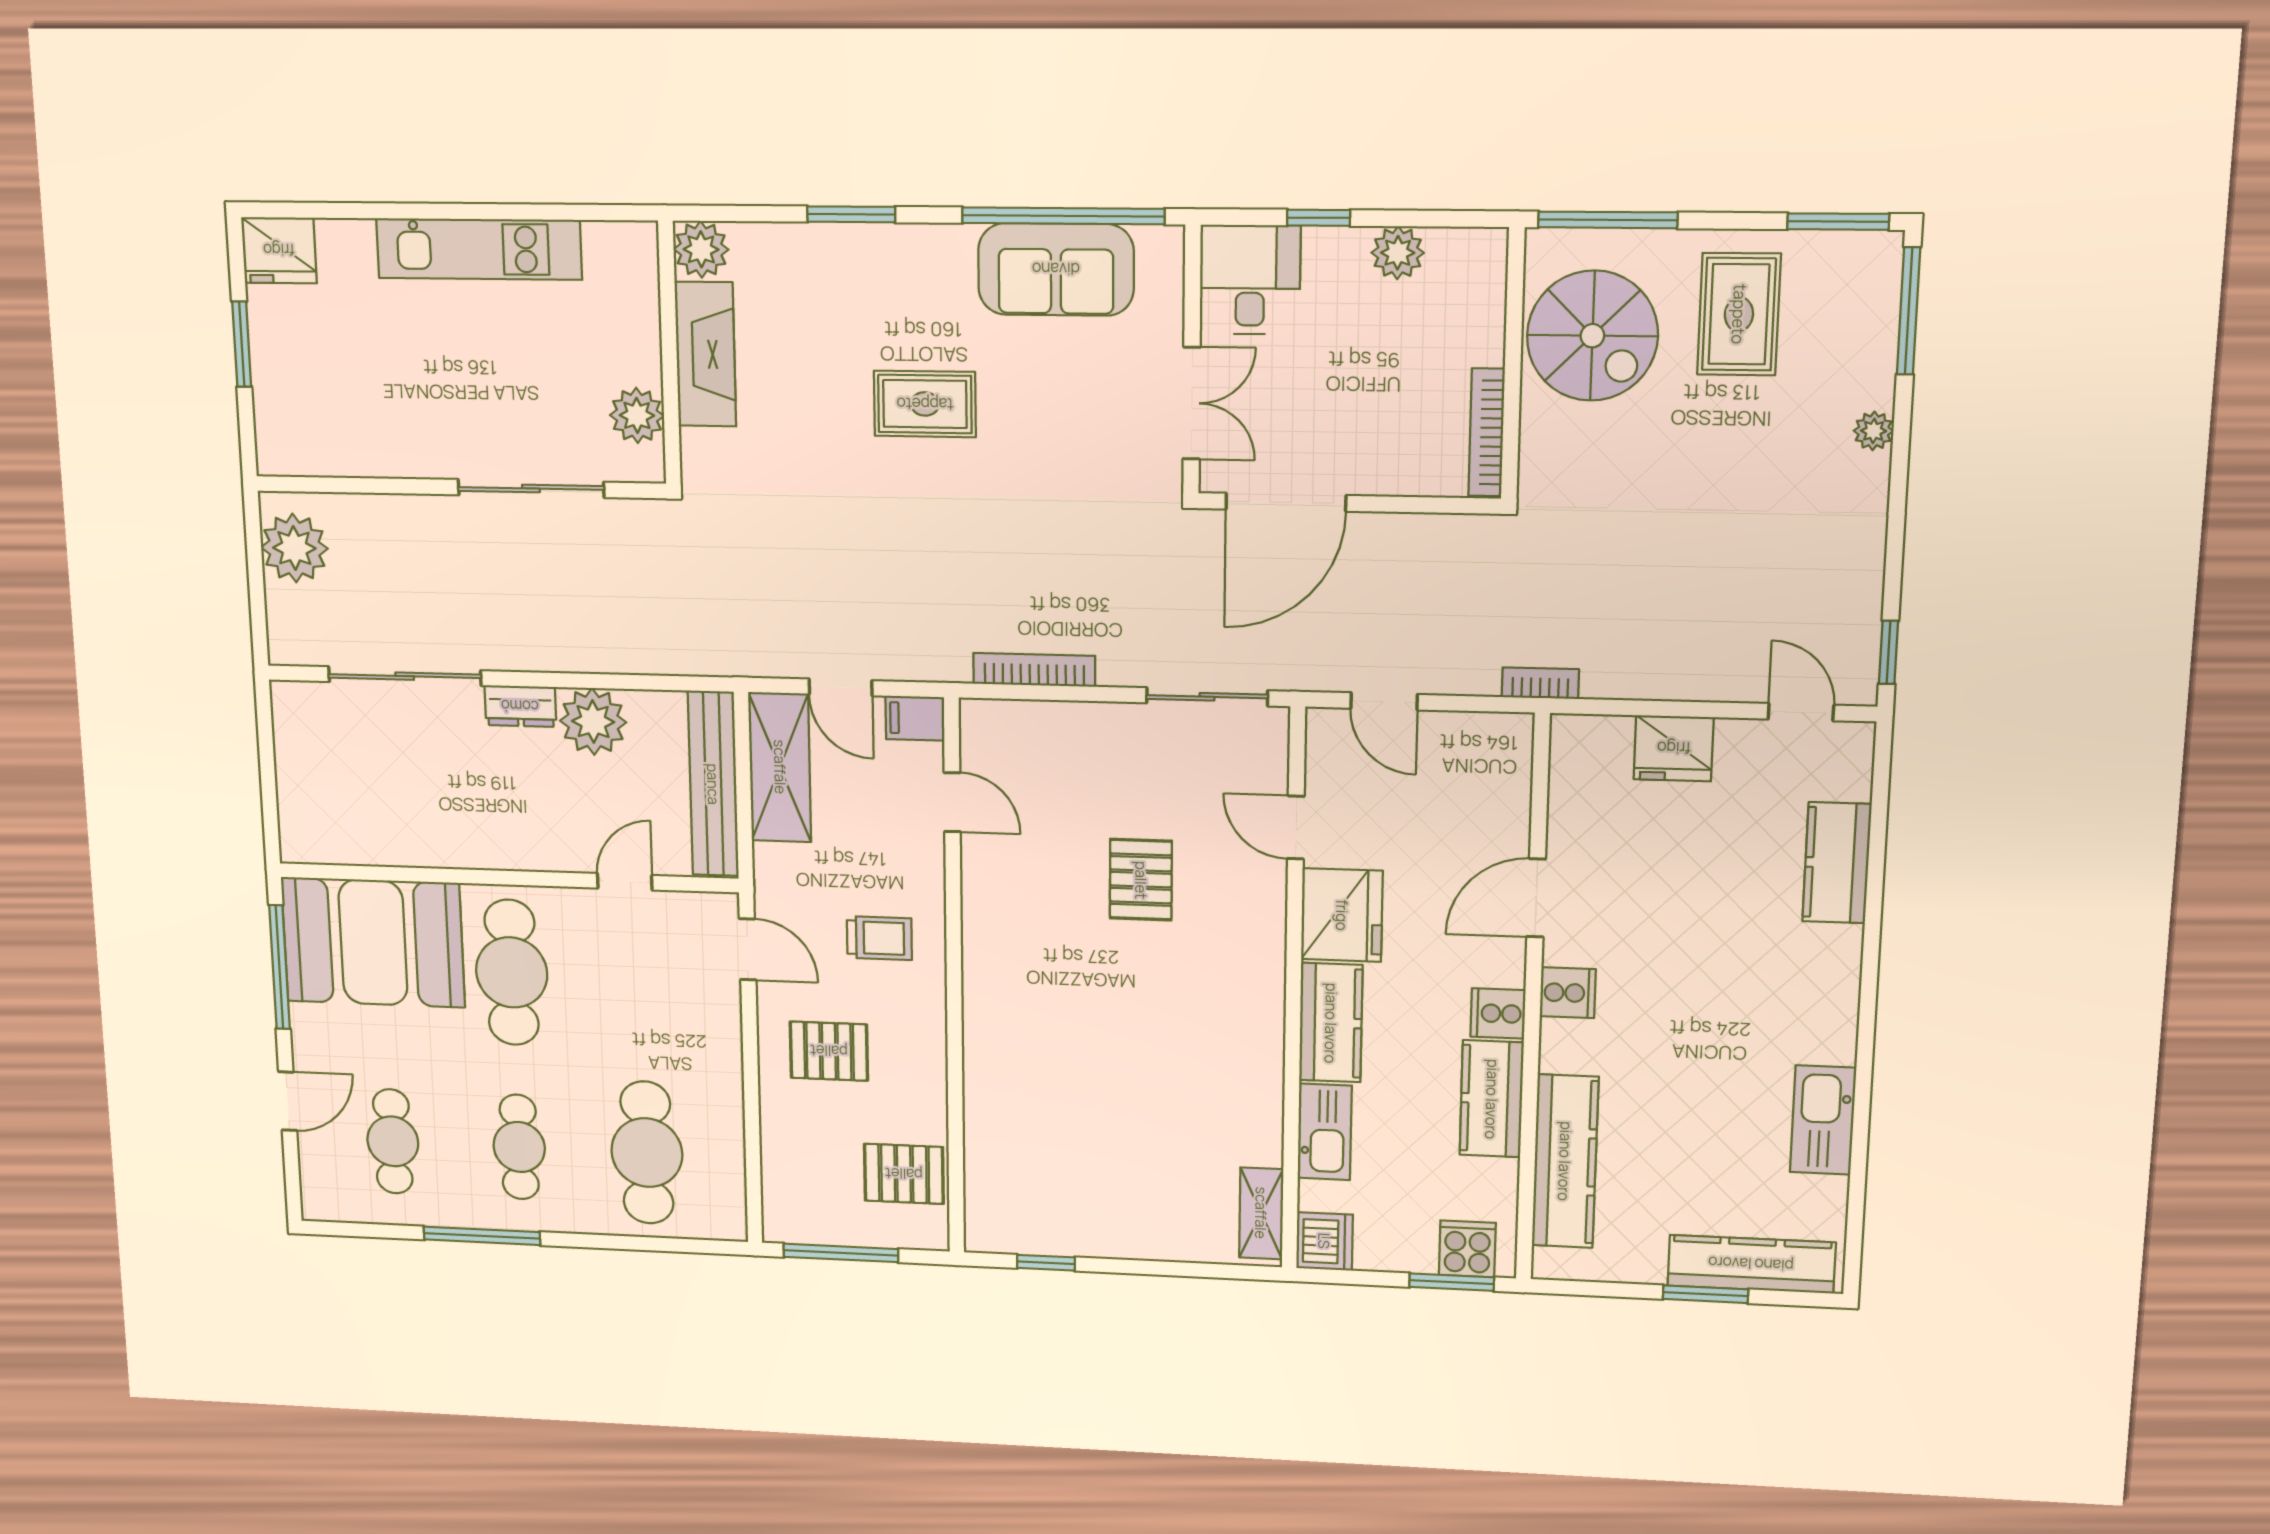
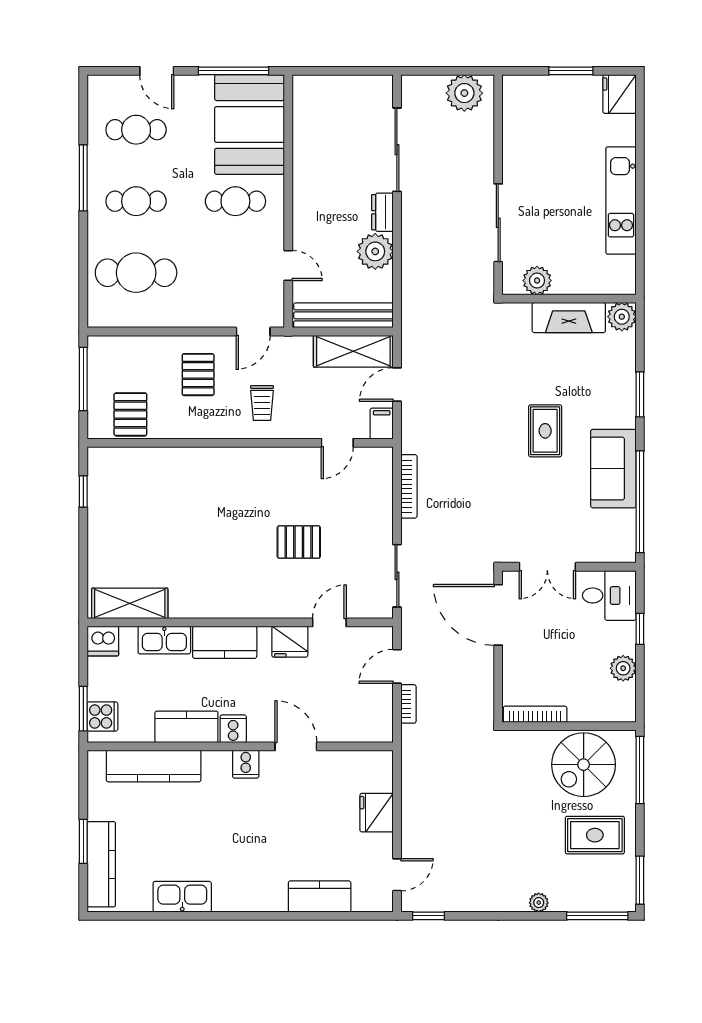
sofa: (1056, 269) -> (613, 469), moved
bookcase: (1540, 683) -> (408, 704), moved
fridge: (1342, 915) -> (290, 642), width x0.73, depth x0.75
cafe table: (512, 972) -> (235, 201), width x0.73, depth x0.74
shelving: (1261, 1213) -> (130, 603), width x1.50, depth x1.33

